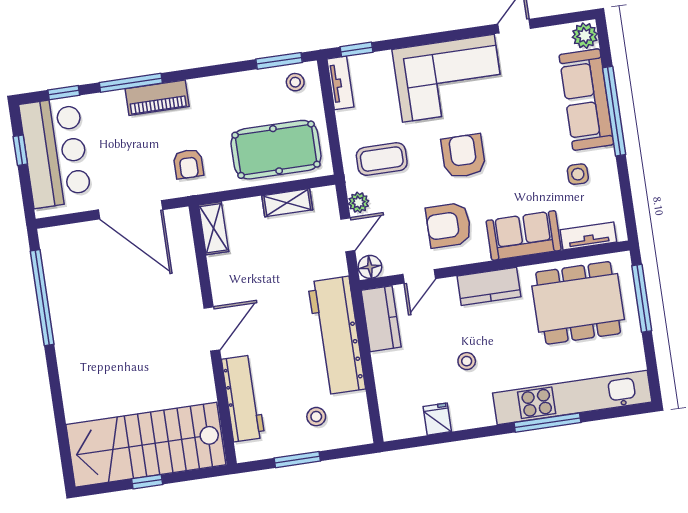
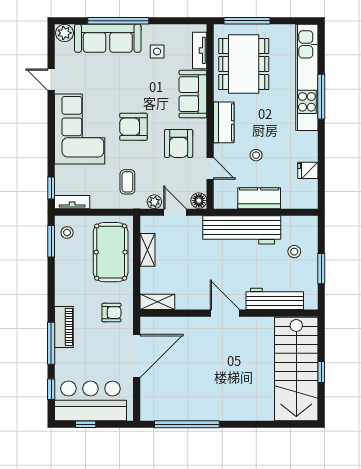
coffee table: (382, 159) -> (127, 182), width x0.73, depth x0.77
kitchen counter: (381, 319) -> (259, 198), moved
stool: (467, 361) -> (256, 155), moved

